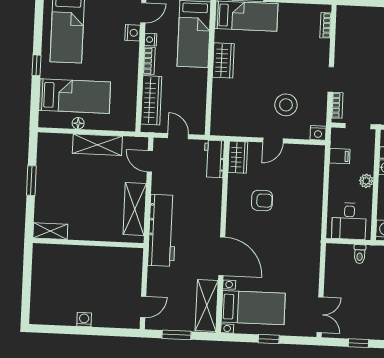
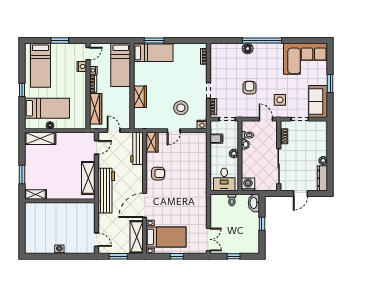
wardrobe: (223, 60) -> (140, 97), moved
shelving: (97, 145) -> (40, 138), moved
workbench: (214, 159) -> (137, 148), width x1.38
door: (150, 161) -> (96, 147), swing flipped
window: (31, 181) -> (22, 174), moved
armchair: (262, 200) -> (158, 174), moved
door: (222, 256) -> (145, 205), swing flipped
door: (143, 307) -> (96, 240), hinge flipped

